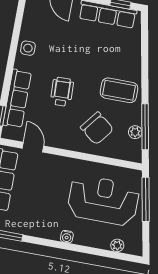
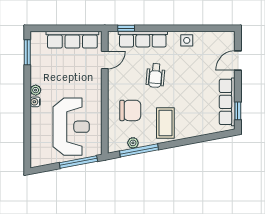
wheelchair: (62, 92) -> (155, 75), turned 97
chair: (97, 128) -> (130, 110), turned -128
plant: (117, 245) -> (36, 90), moved

